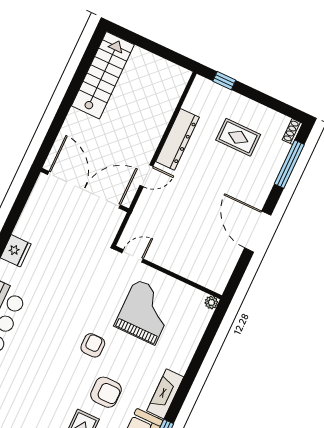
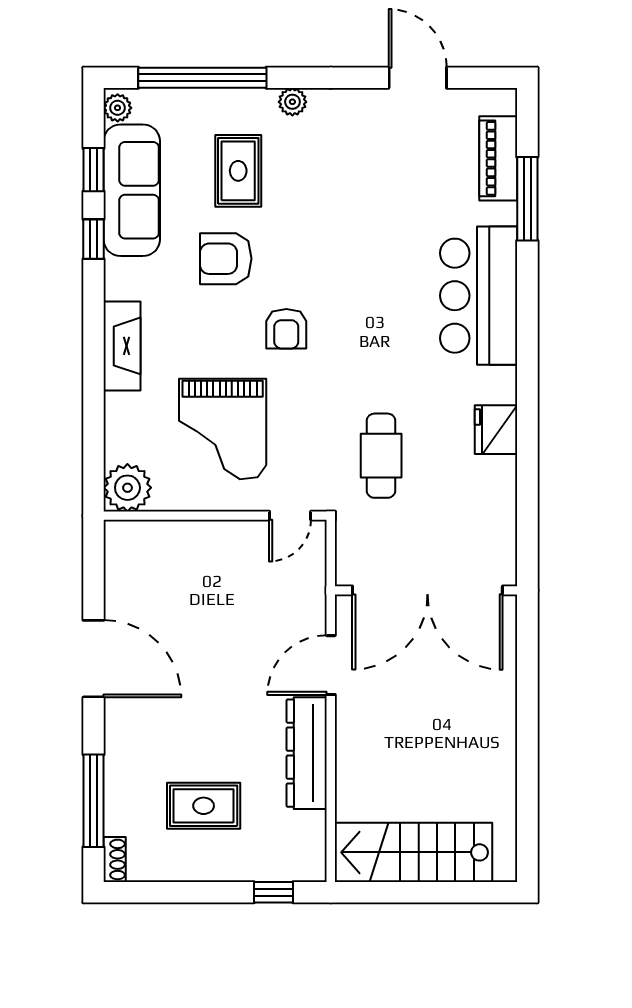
stairs: (103, 75) -> (414, 852), moved, turned 90
door: (146, 176) -> (331, 665), width x1.38
cafe table: (76, 264) -> (381, 456), added
plant: (211, 302) -> (127, 488), width x1.87, depth x1.87
fireplace: (165, 394) -> (122, 346), moved

